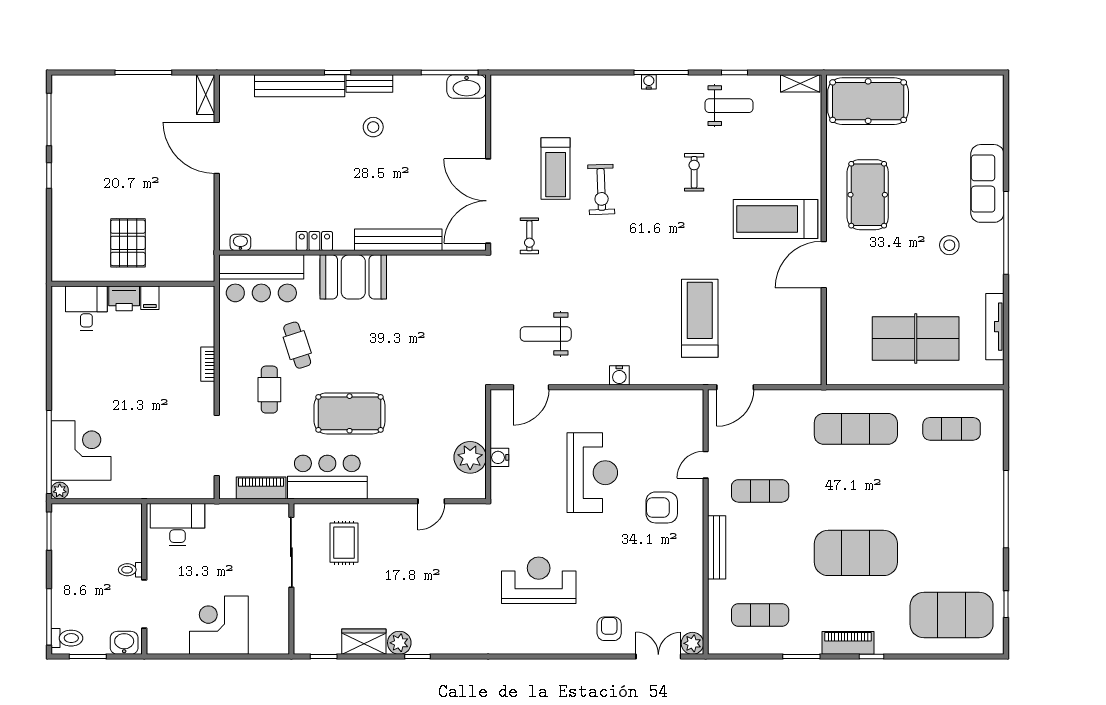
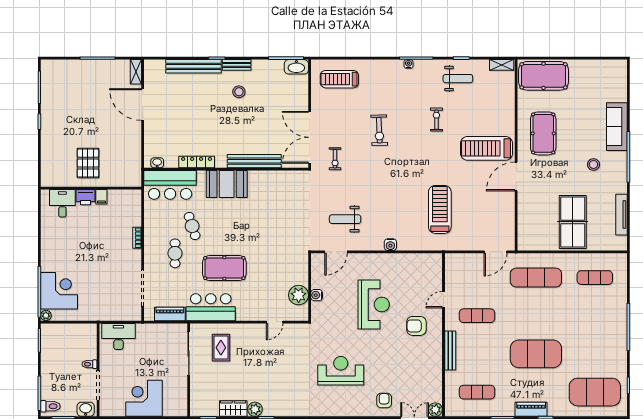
treadmill: (556, 168) -> (339, 79), moved, turned 90
locker: (314, 241) -> (197, 162), width x1.53
table tennis table: (916, 339) -> (573, 222), turned 90
door: (735, 387) -> (496, 252), moved

